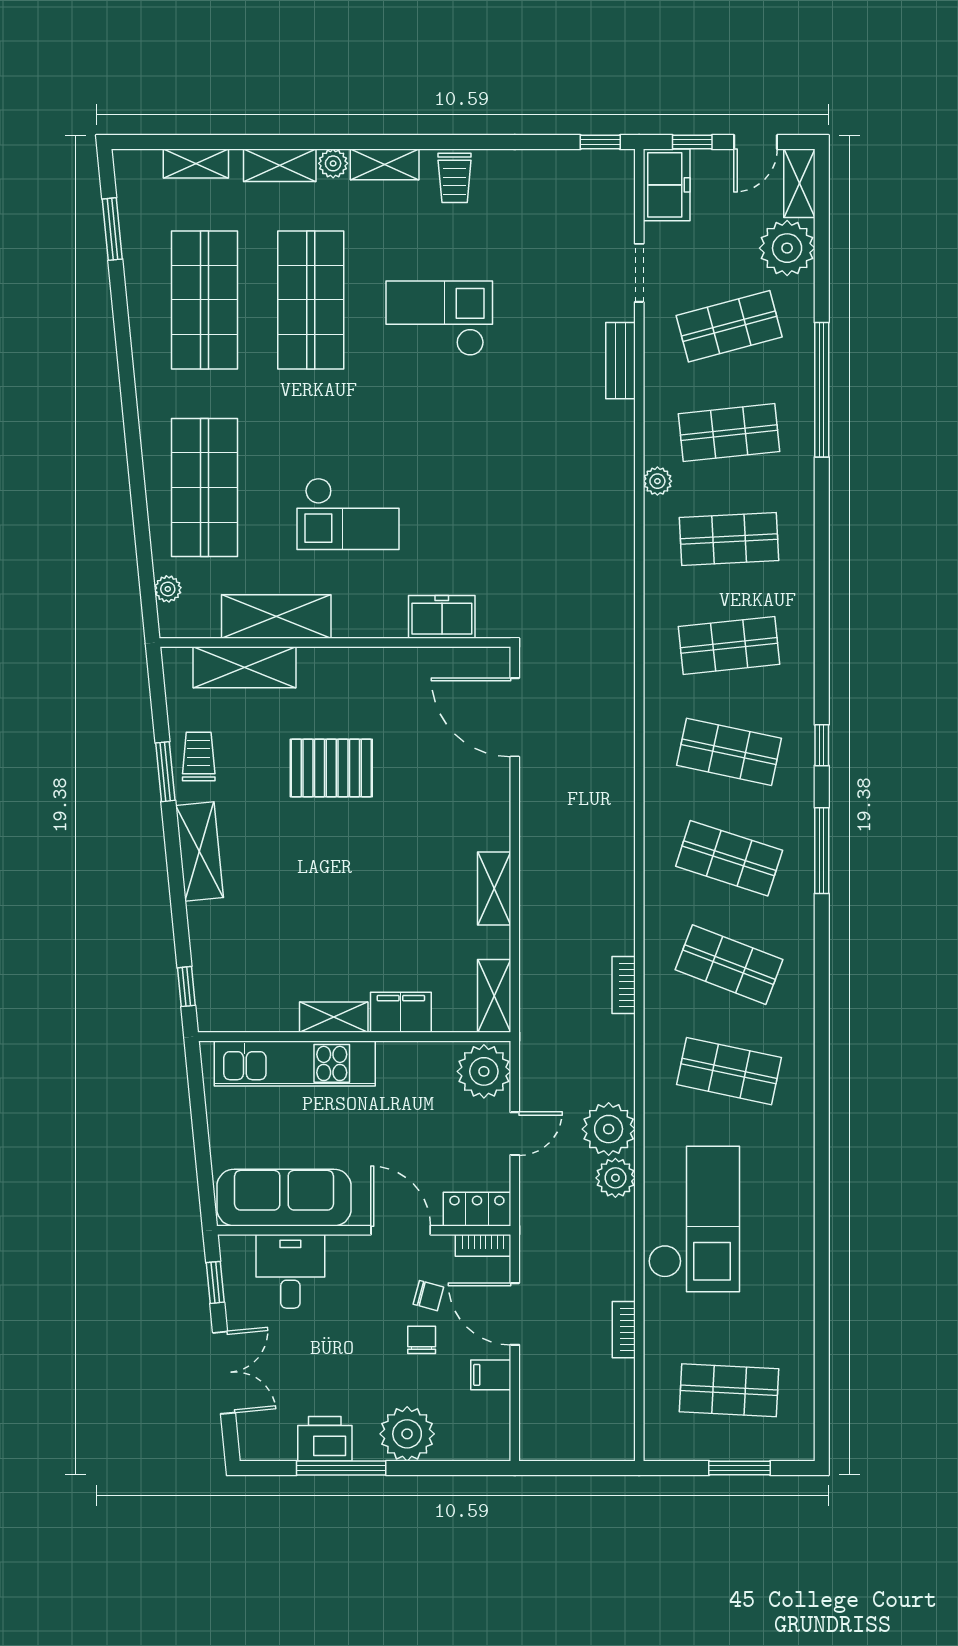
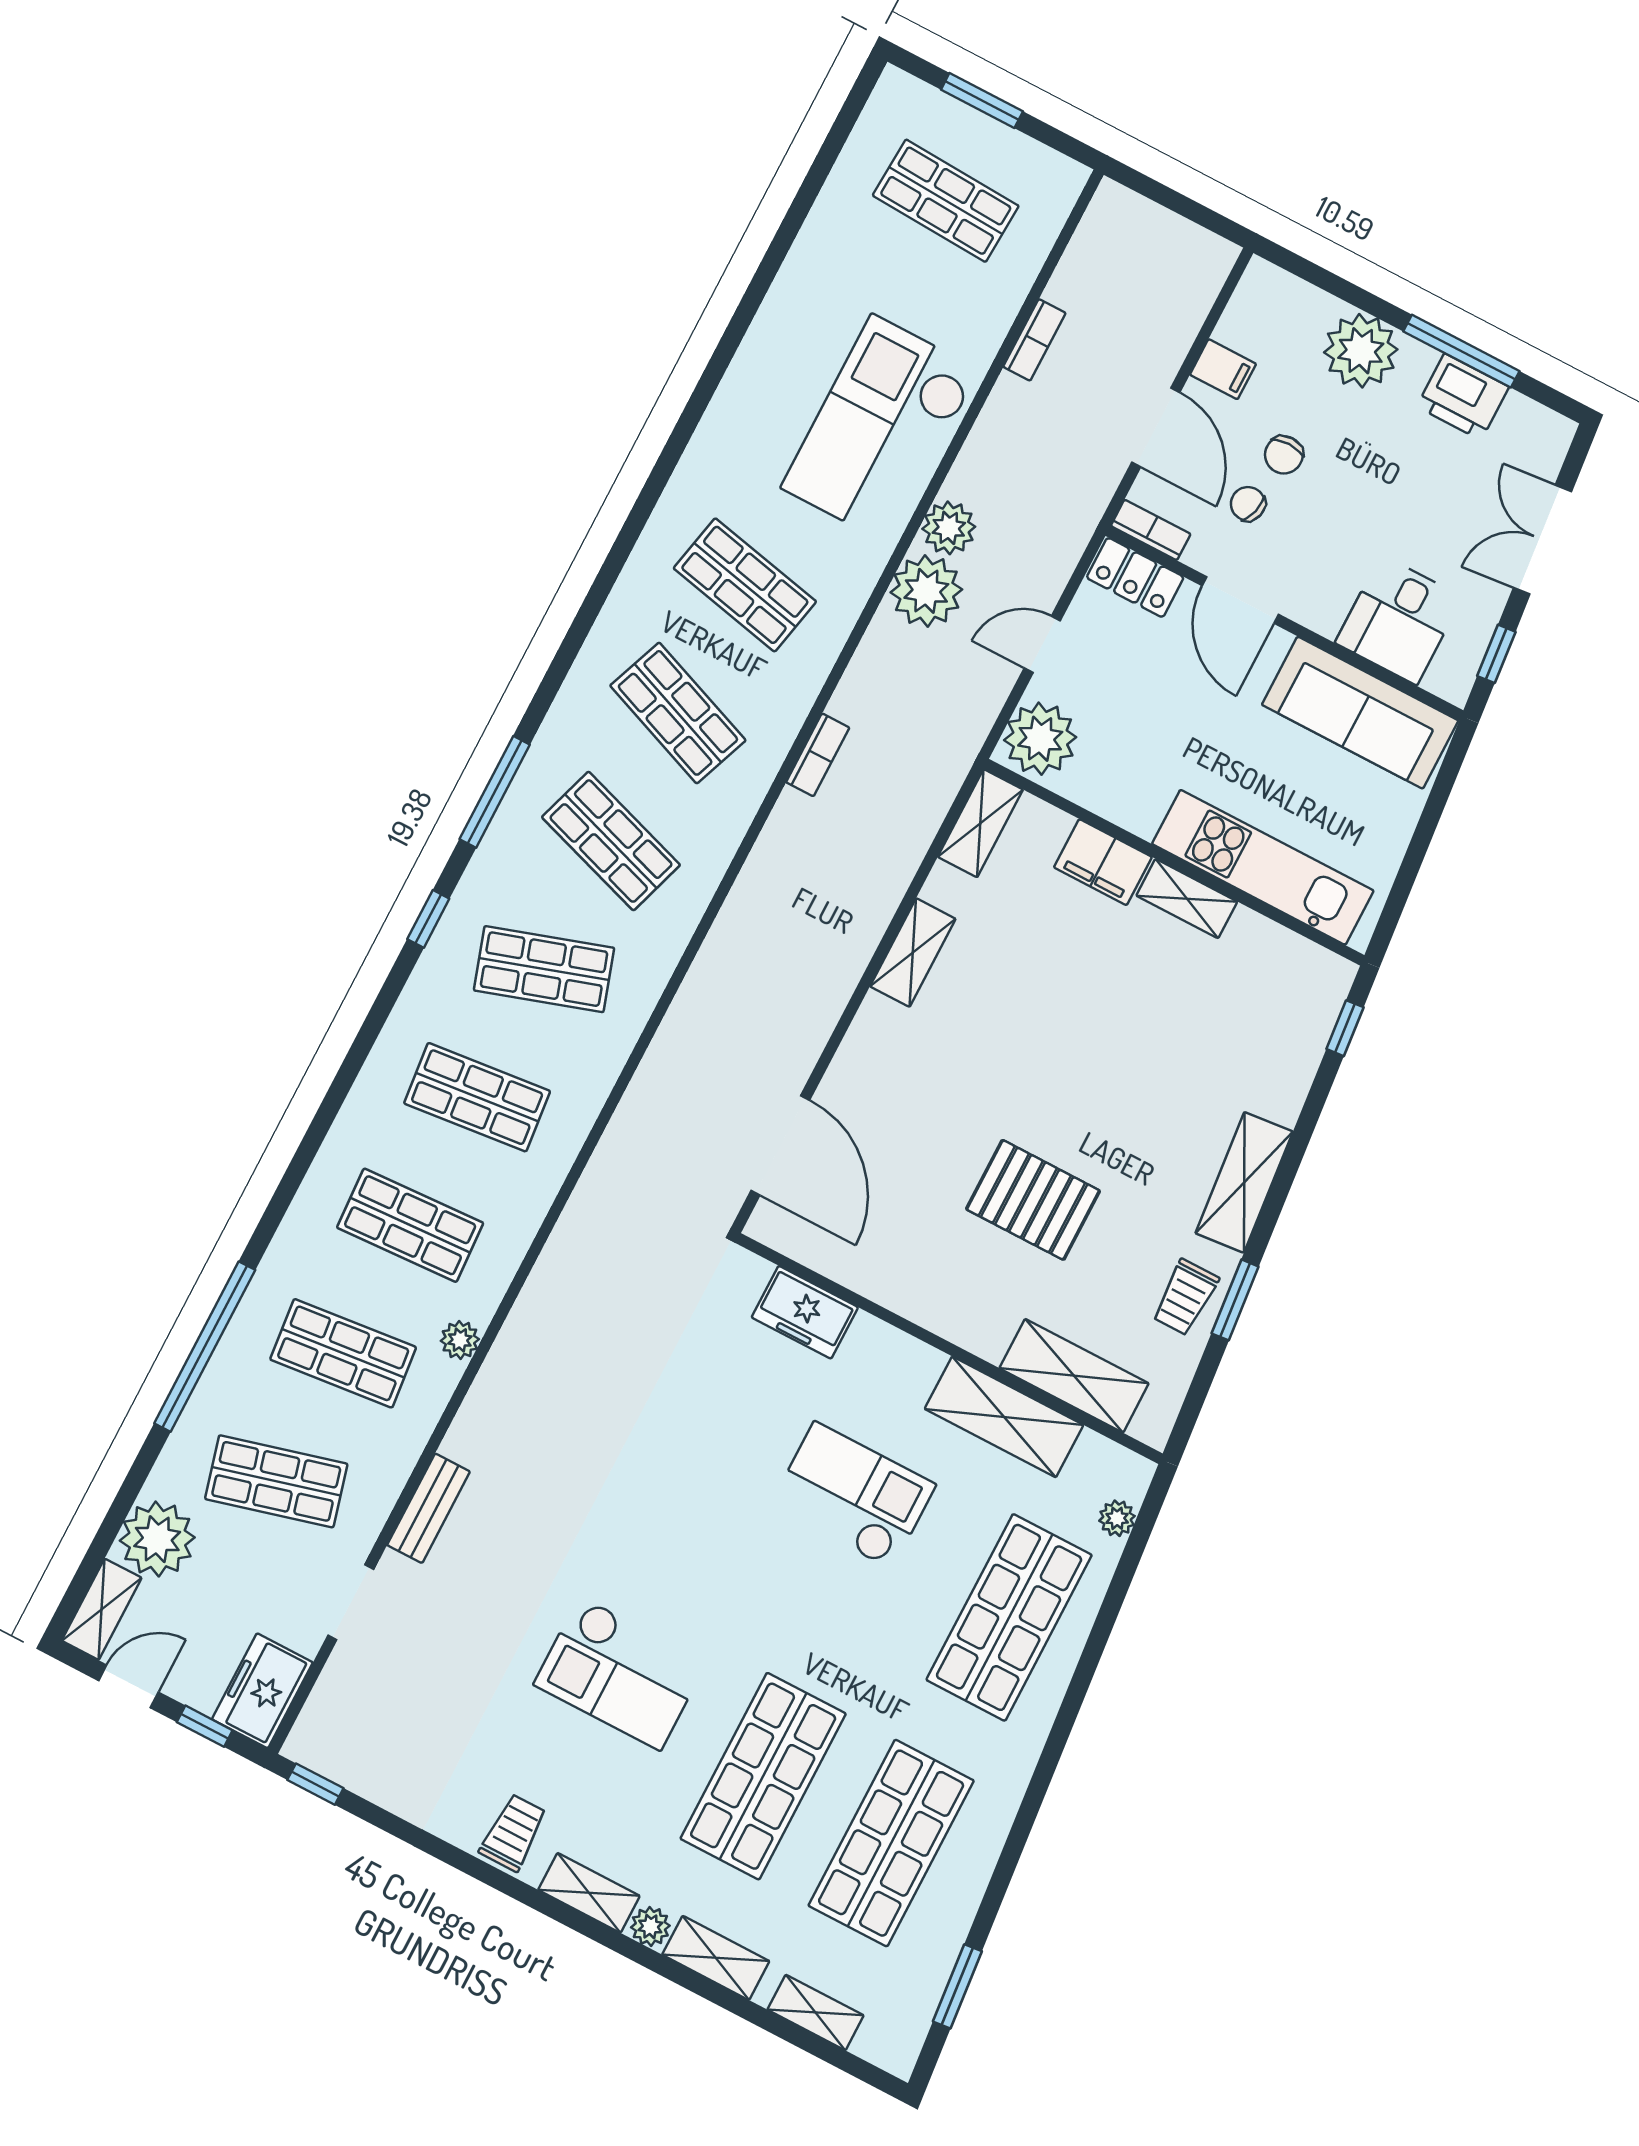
shop shelf: (729, 752) -> (544, 969), turned -30

